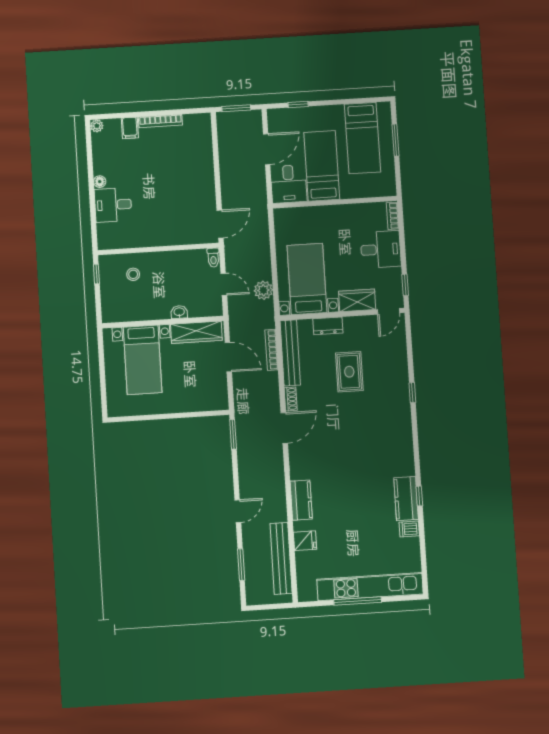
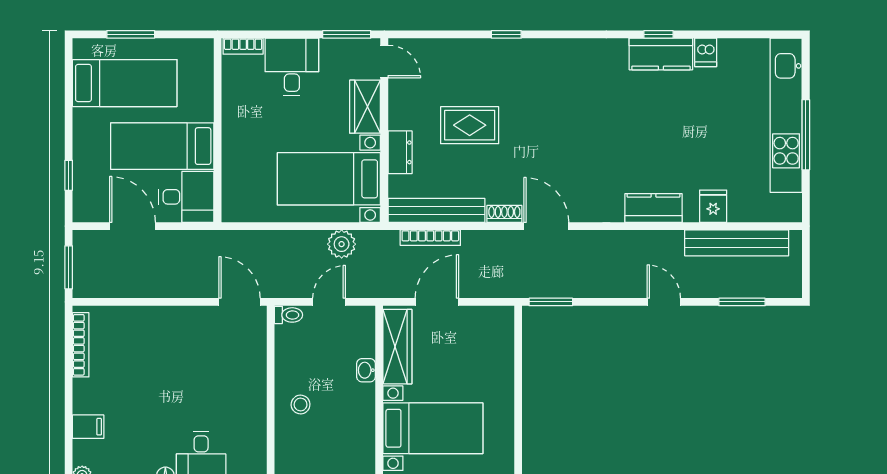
bookcase: (160, 121) -> (81, 345), moved
stool: (133, 274) -> (301, 405), moved
window: (405, 285) -> (347, 34), width x1.50

